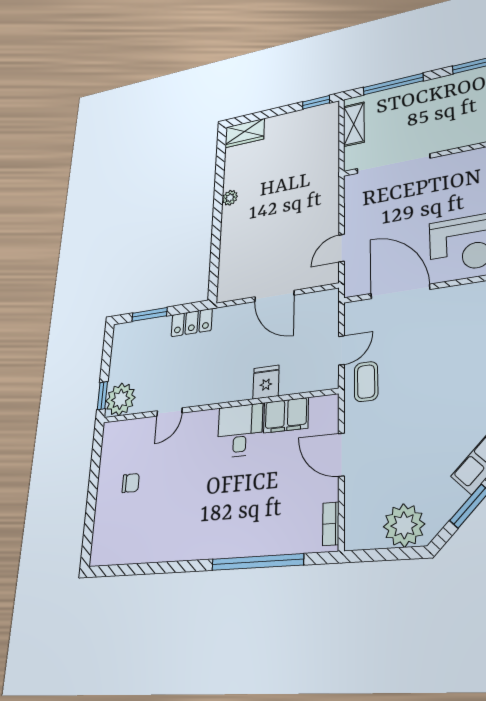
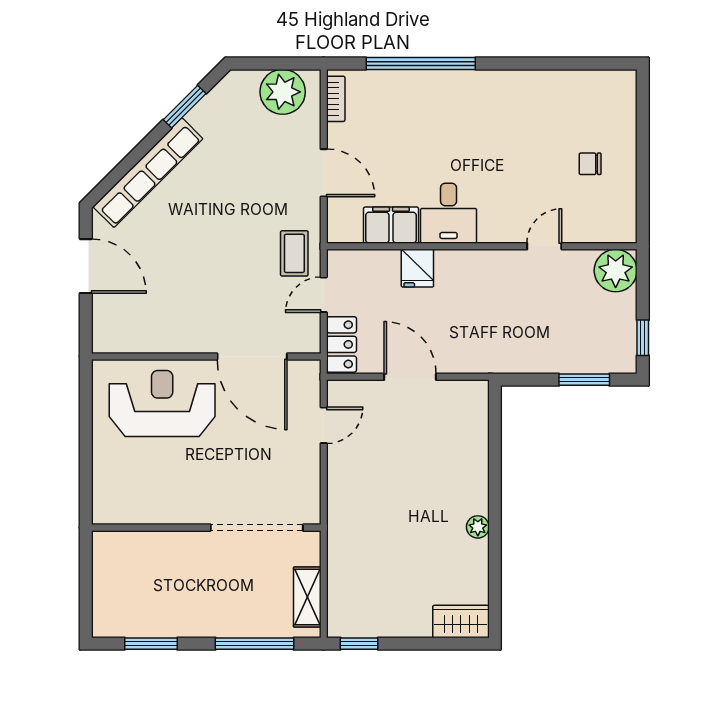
locker: (192, 323) -> (341, 344), moved, turned 90
window: (102, 396) -> (643, 338), moved
plant: (404, 525) -> (283, 92), moved

